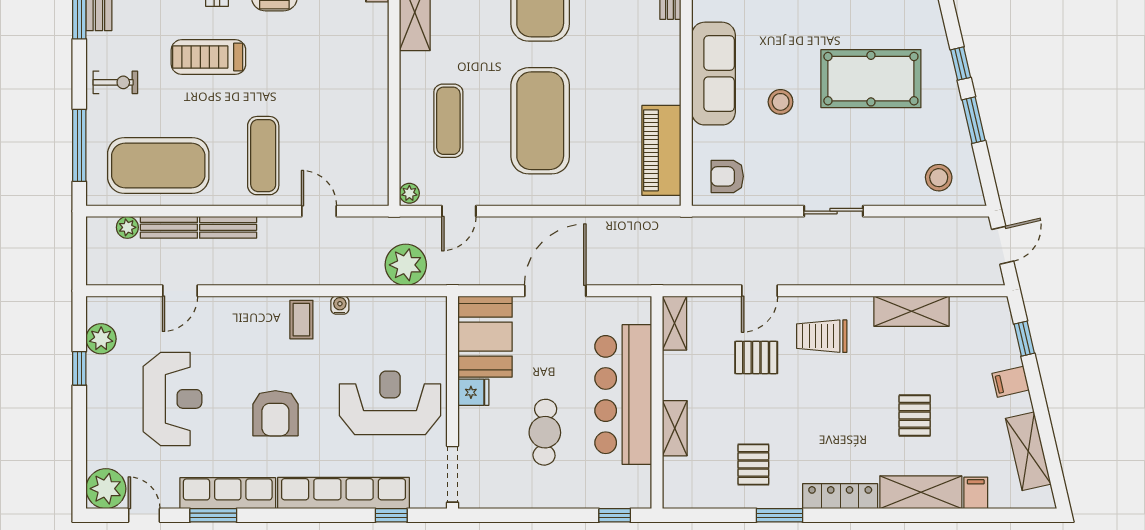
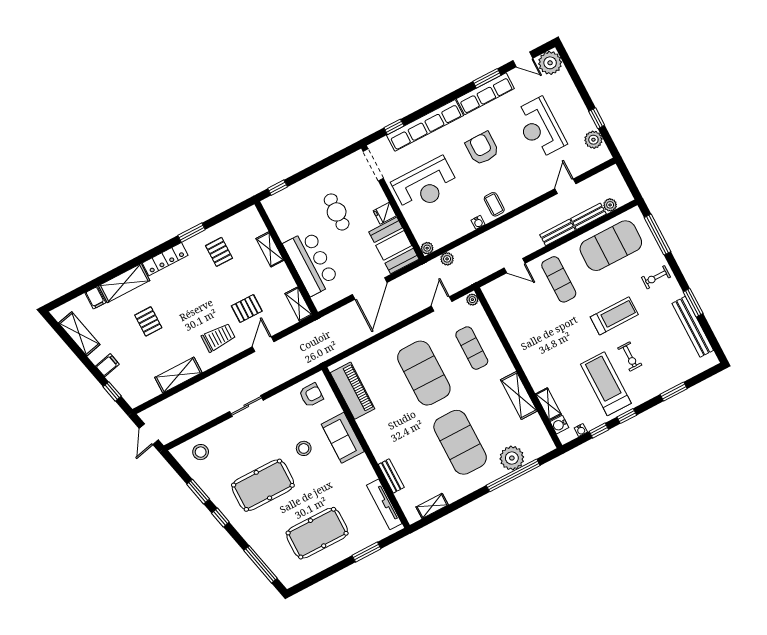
sofa: (713, 74) -> (343, 438), width x0.73
plant: (406, 265) -> (447, 259), width x0.53, depth x0.53
plant: (437, 306) -> (427, 248), added
bar counter: (623, 395) -> (311, 263), width x0.73

